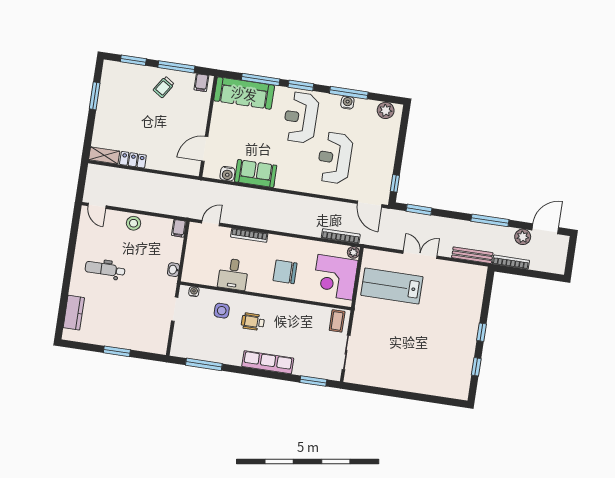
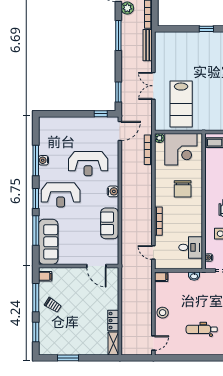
plant: (386, 110) -> (45, 130), removed
water cooler: (227, 174) -> (113, 191), moved
dental chair: (105, 269) -> (202, 329), turned 90
desk: (233, 274) -> (191, 247), moved

